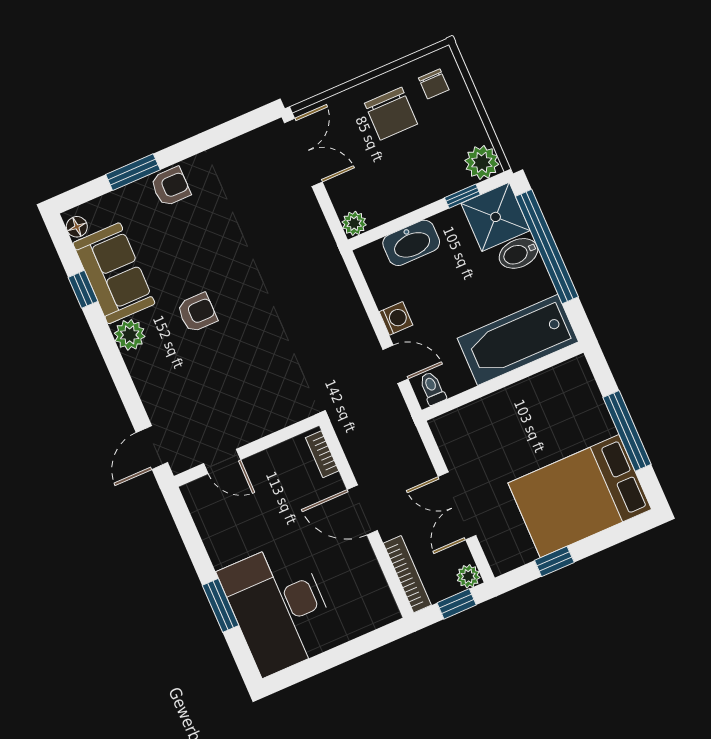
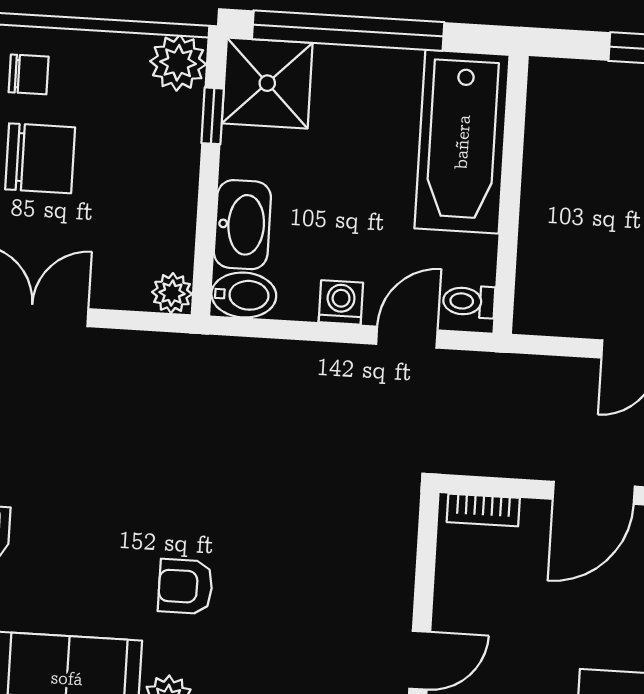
bidet: (518, 253) -> (244, 295), moved, turned -90
armchair: (197, 313) -> (185, 587), turned -90

